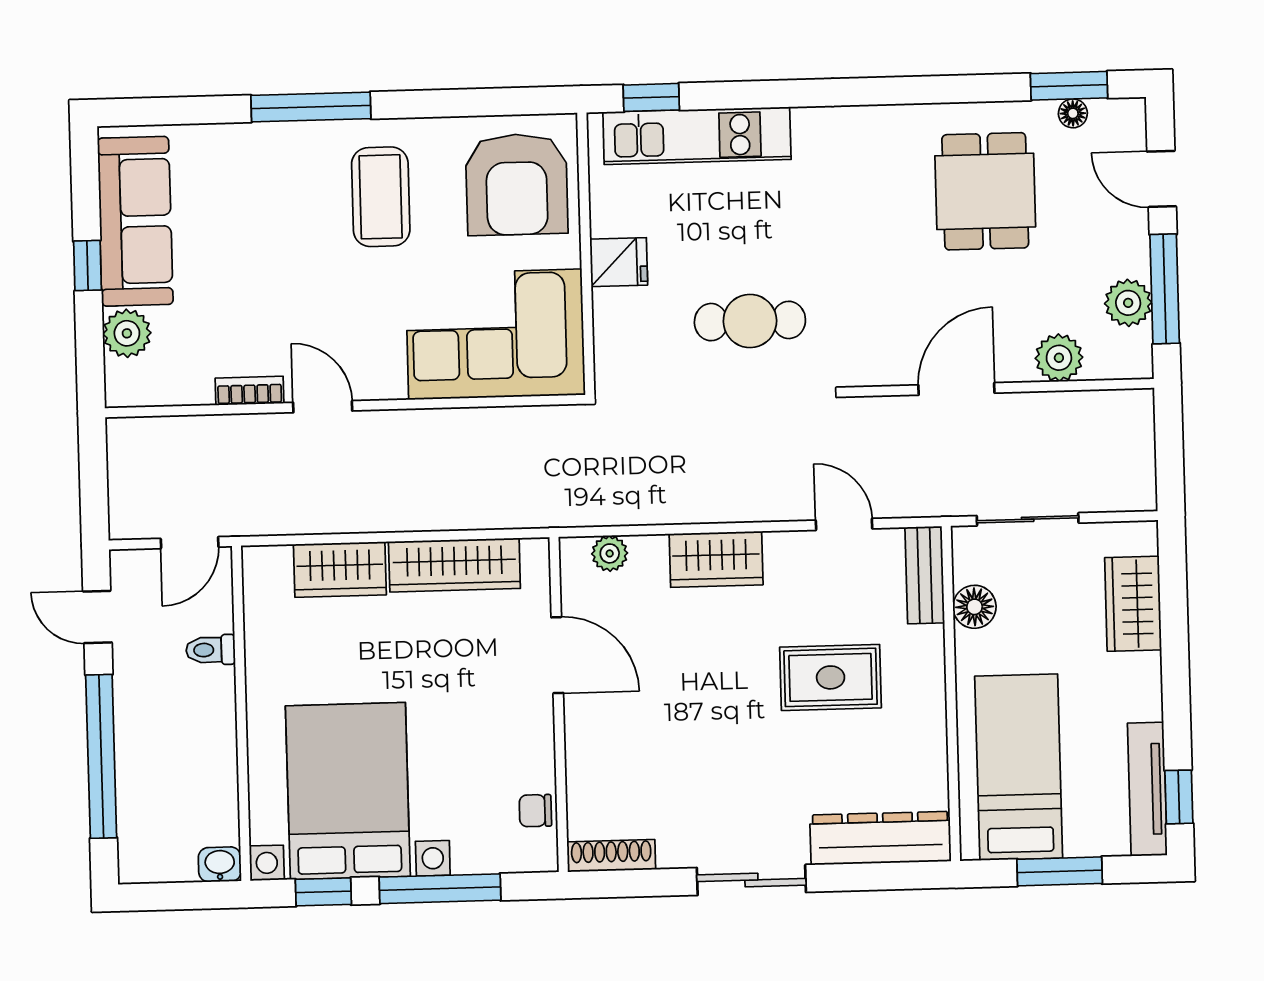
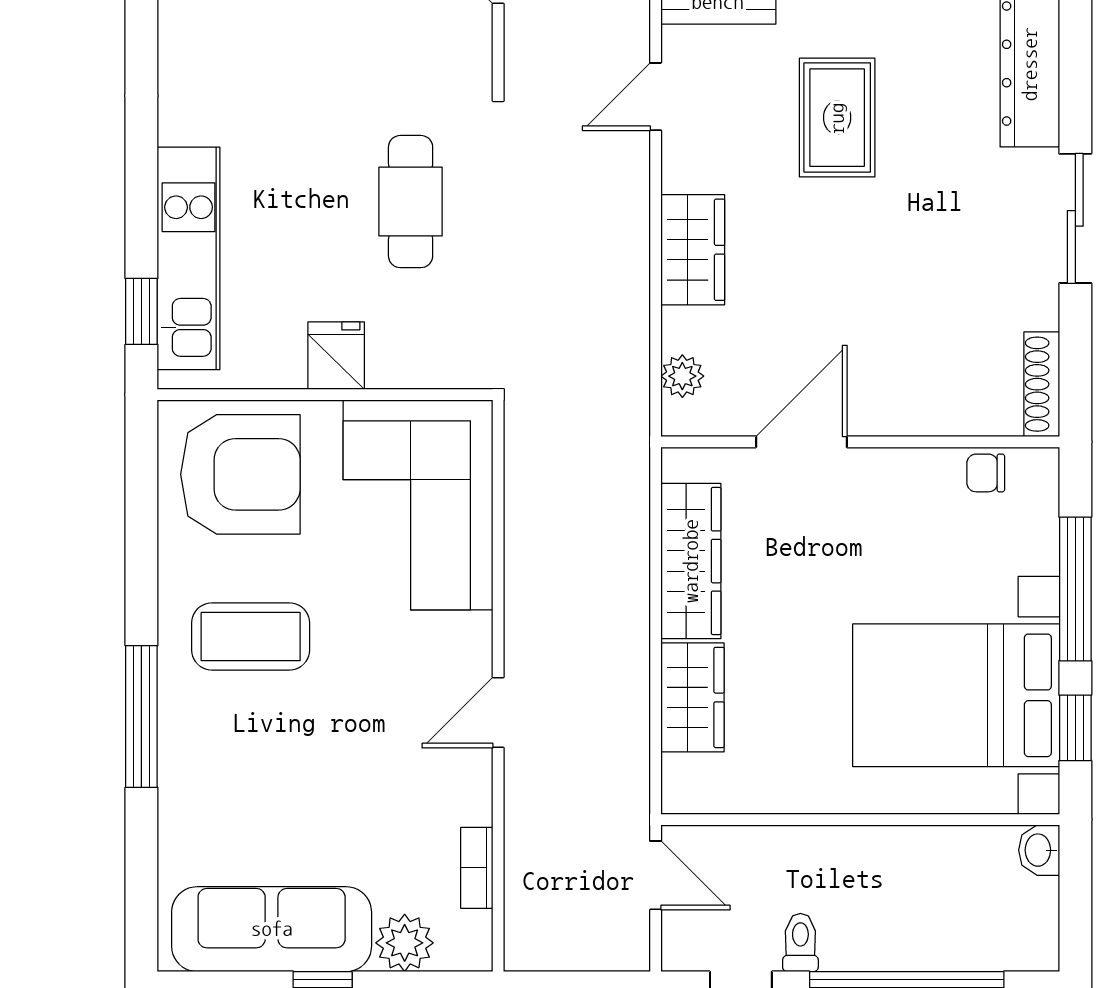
bookcase: (250, 391) -> (477, 868), moved
toilet: (211, 650) -> (800, 943), moved, turned 180
chair: (535, 811) -> (986, 473), turned 90

